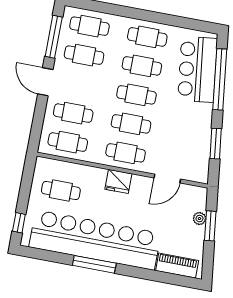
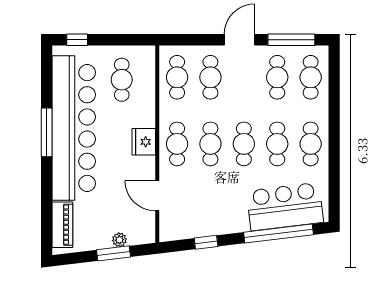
window: (216, 144) -> (206, 242), width x0.67

